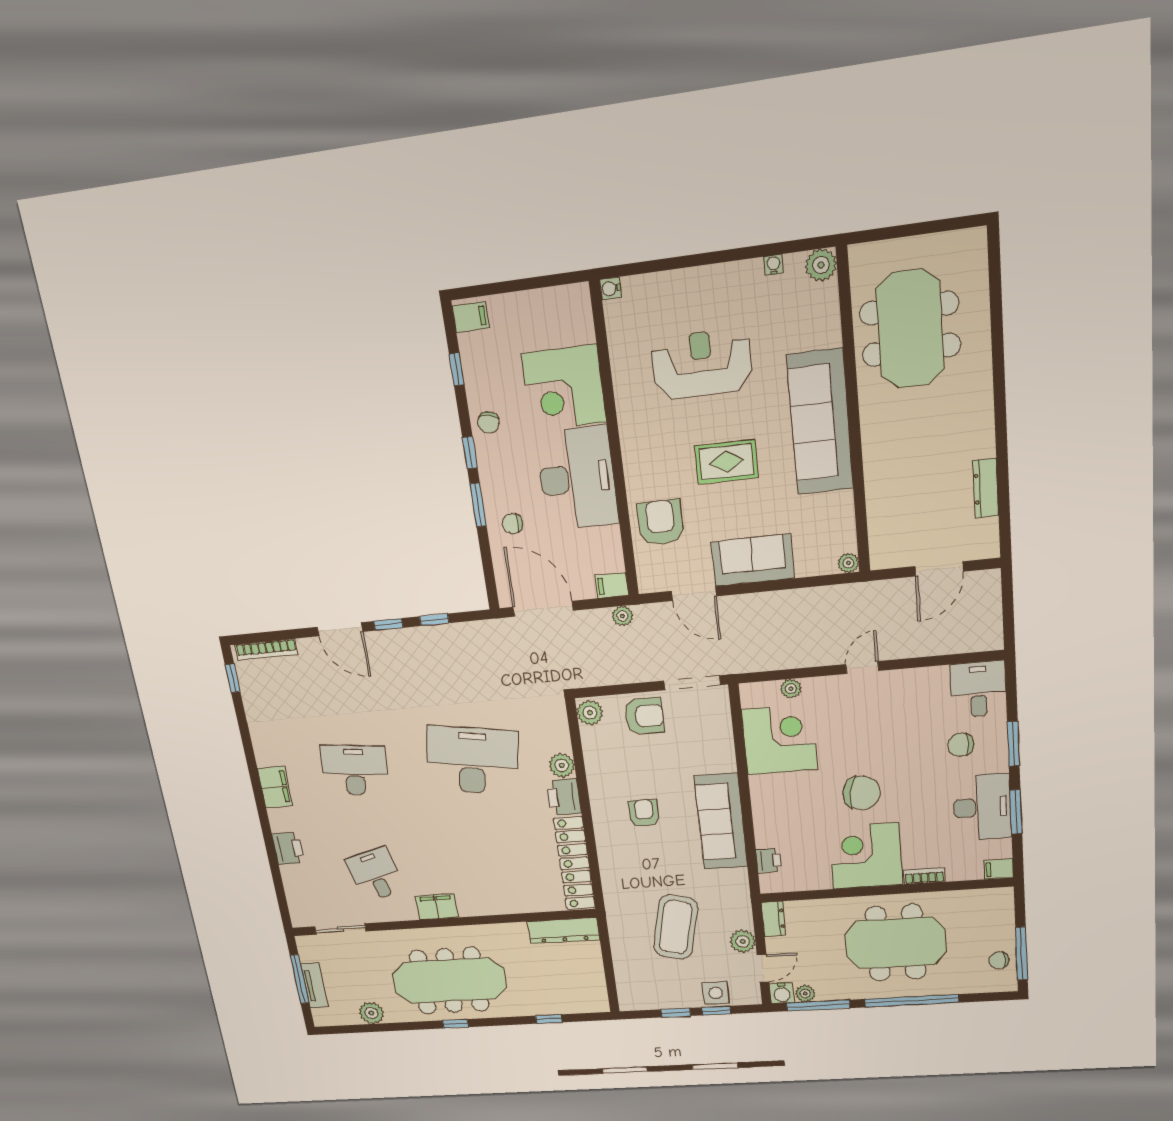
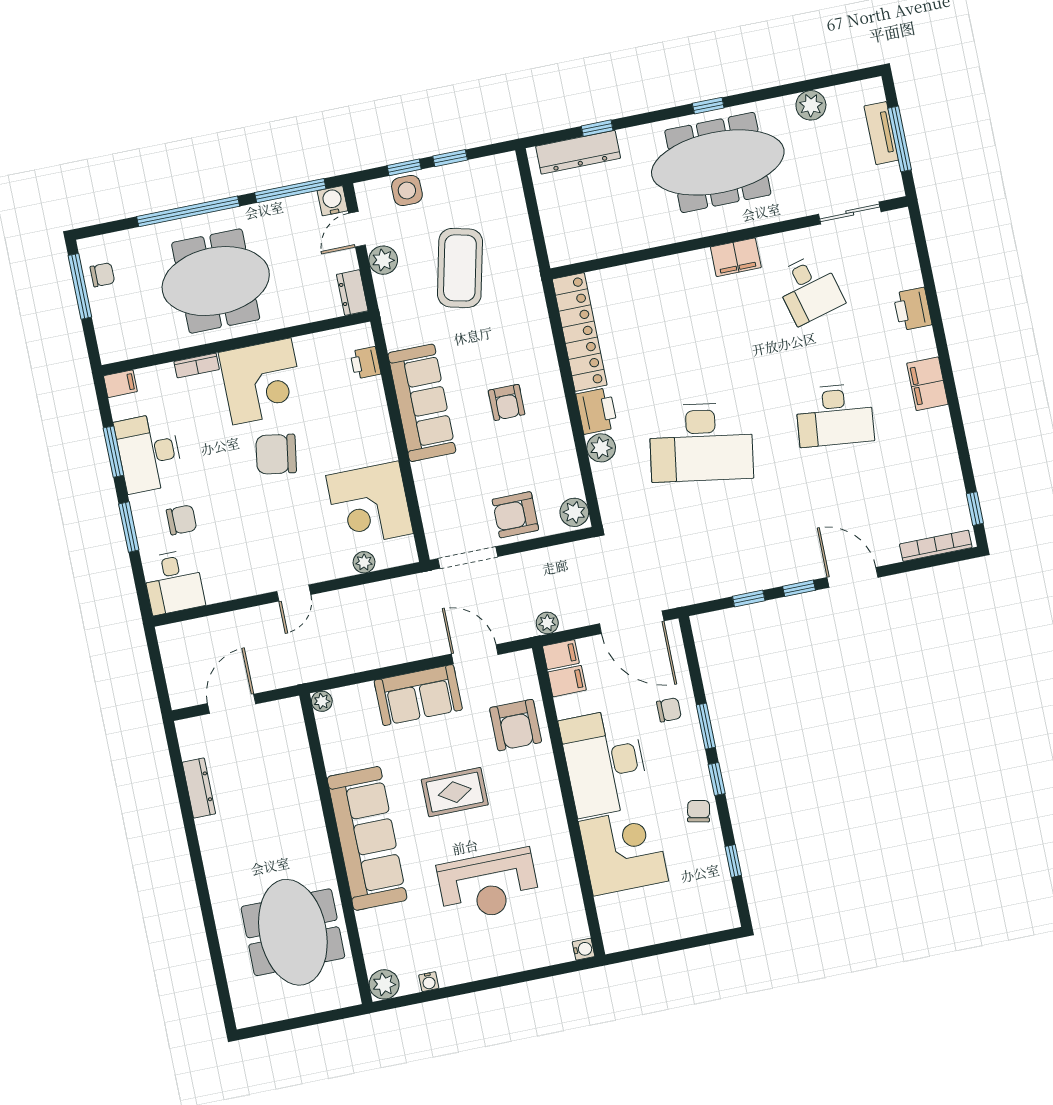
filing cabinet: (471, 317) -> (567, 681), moved, turned 180
dresser: (564, 931) -> (578, 152), moved, turned 180
plant: (805, 994) -> (306, 204), removed

